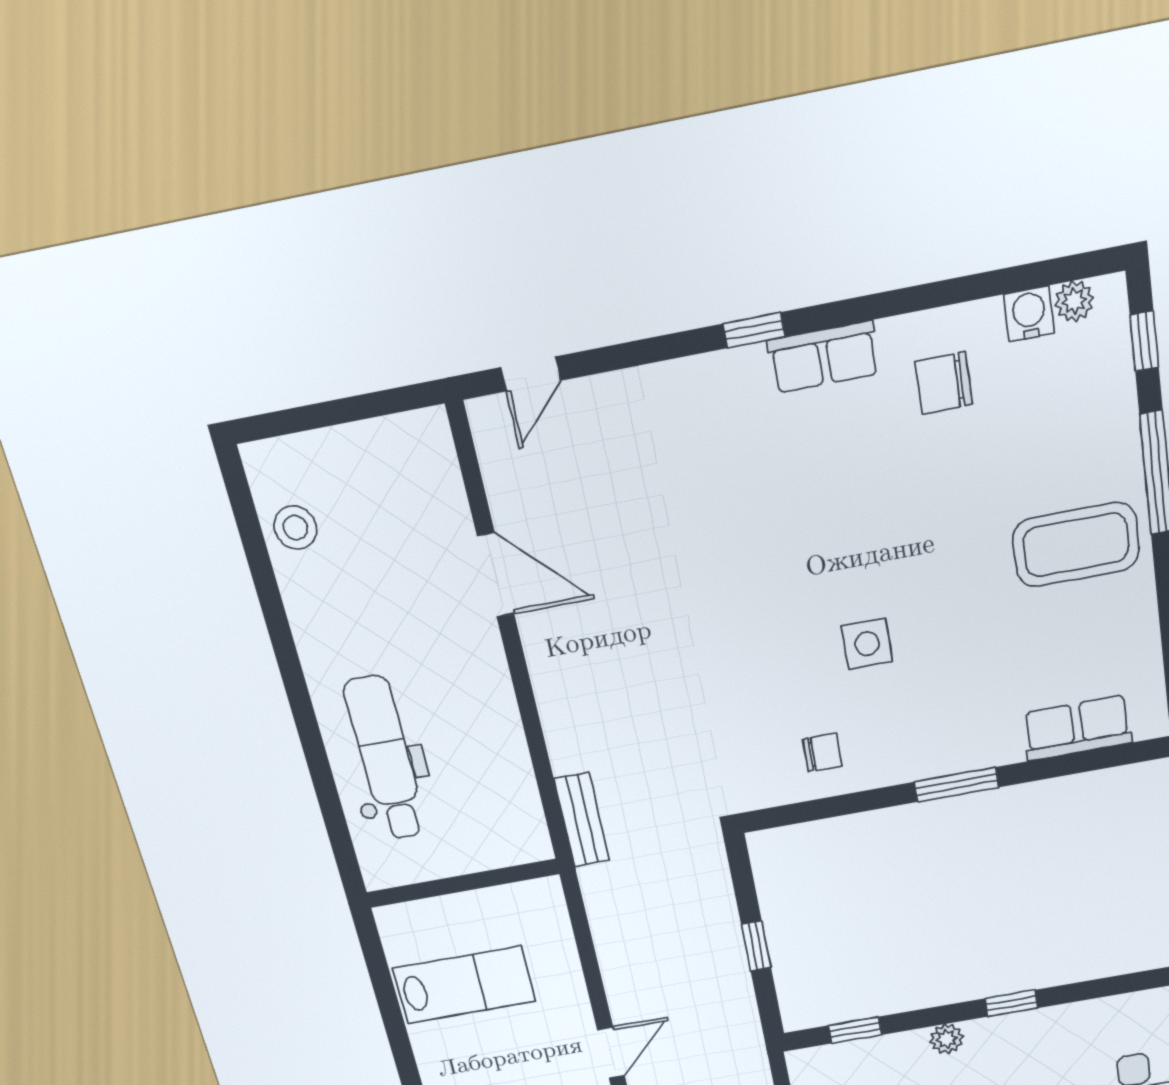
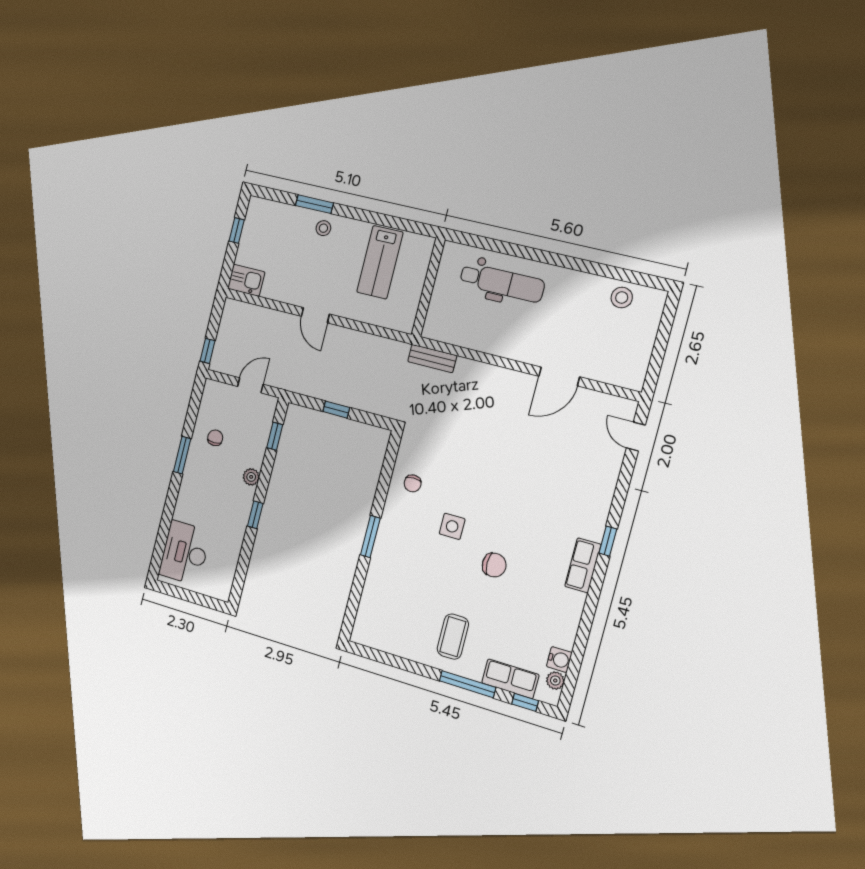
chair: (944, 383) -> (494, 565), moved, turned 90
coffee table: (1076, 545) -> (453, 637), width x0.73, depth x0.76
row of seats: (1077, 728) -> (510, 679), moved, turned -90

